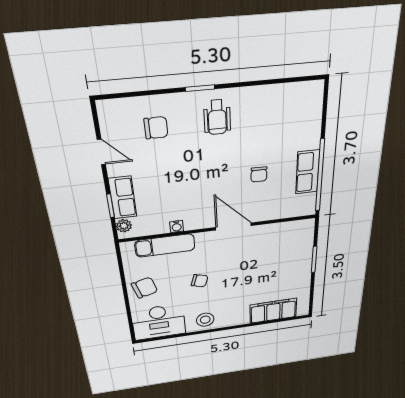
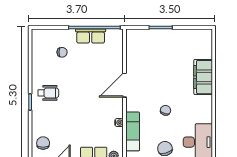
chair: (156, 128) -> (43, 143), moved
chair: (259, 174) -> (62, 52), moved
filing cabinet: (273, 311) -> (203, 77), moved
stool: (205, 320) -> (202, 108), removed

